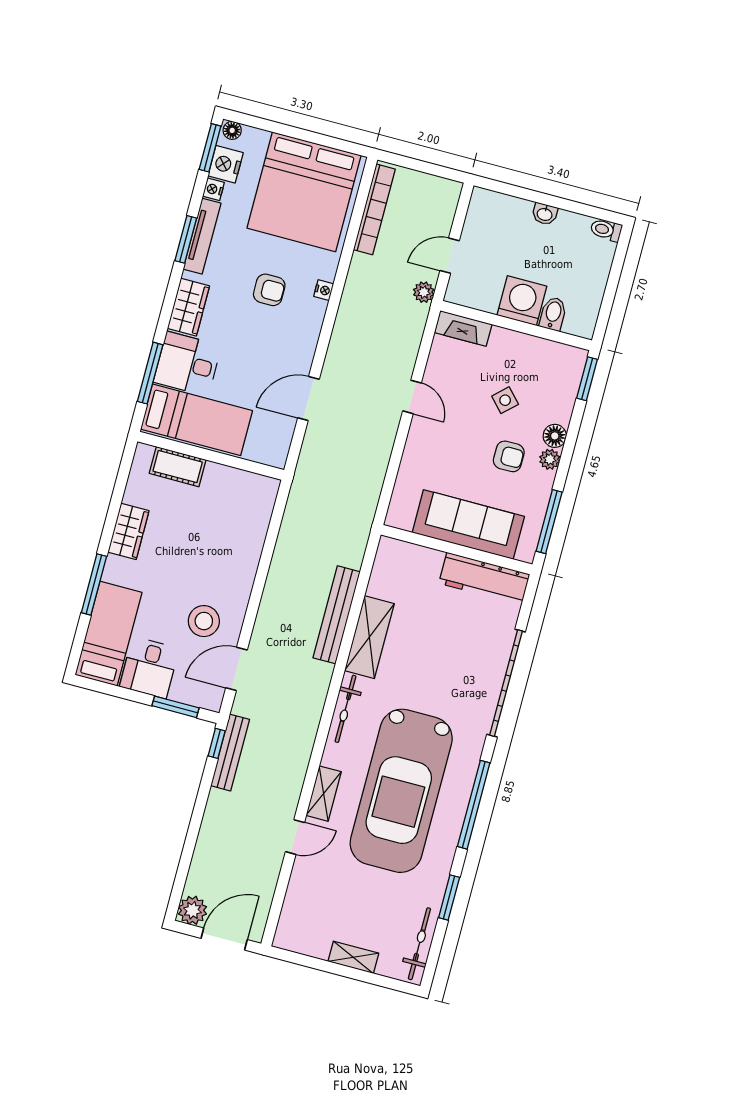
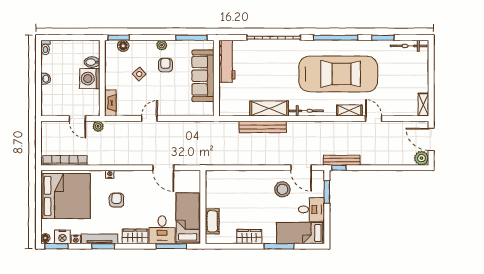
floor lamp: (555, 436) -> (123, 46), moved
shelving: (353, 957) -> (423, 105), moved

